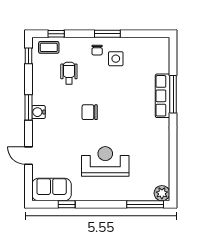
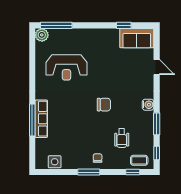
side table: (116, 59) -> (55, 162), moved
window: (28, 107) -> (157, 124), moved
reception desk: (105, 161) -> (66, 67), moved

